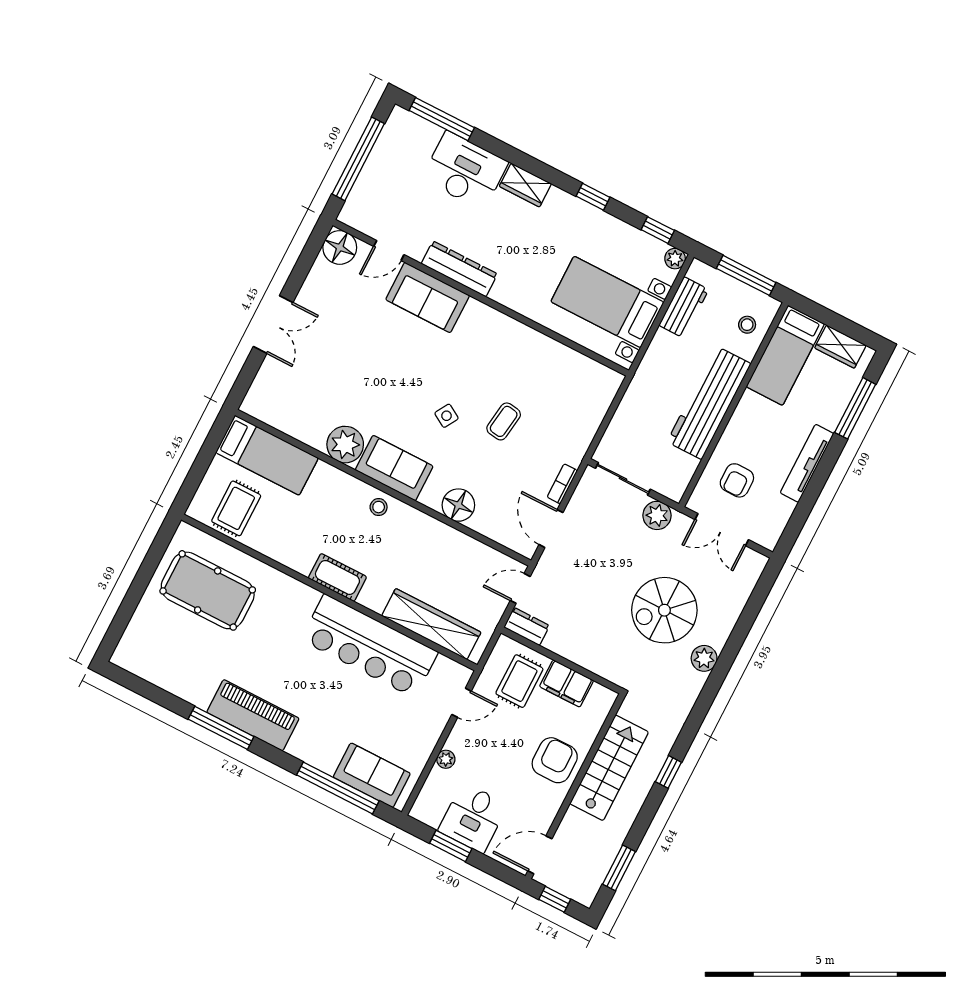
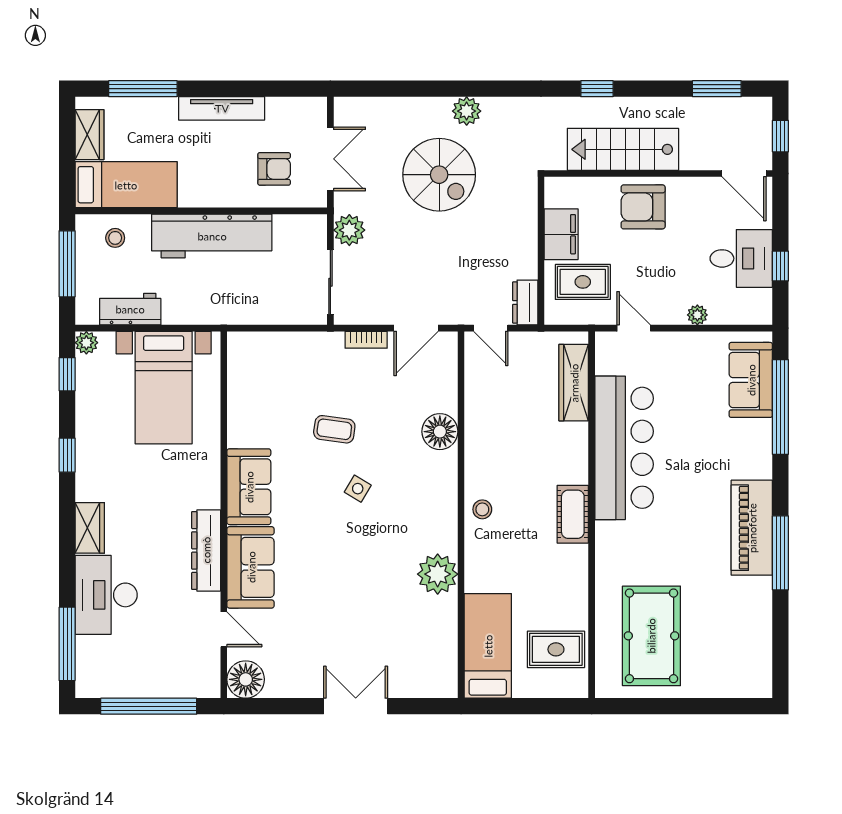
sofa: (394, 468) -> (249, 487), moved, turned 180
wardrobe: (431, 624) -> (574, 383), width x0.71, depth x0.85
window: (451, 846) -> (780, 266), width x0.67

